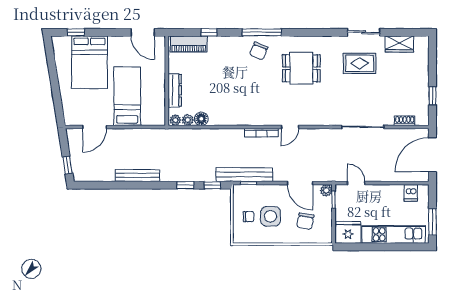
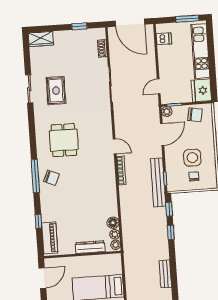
wardrobe: (399, 44) -> (41, 39), moved, turned 90
bench: (138, 176) -> (165, 274), width x0.73
chair: (305, 221) -> (195, 115), moved

